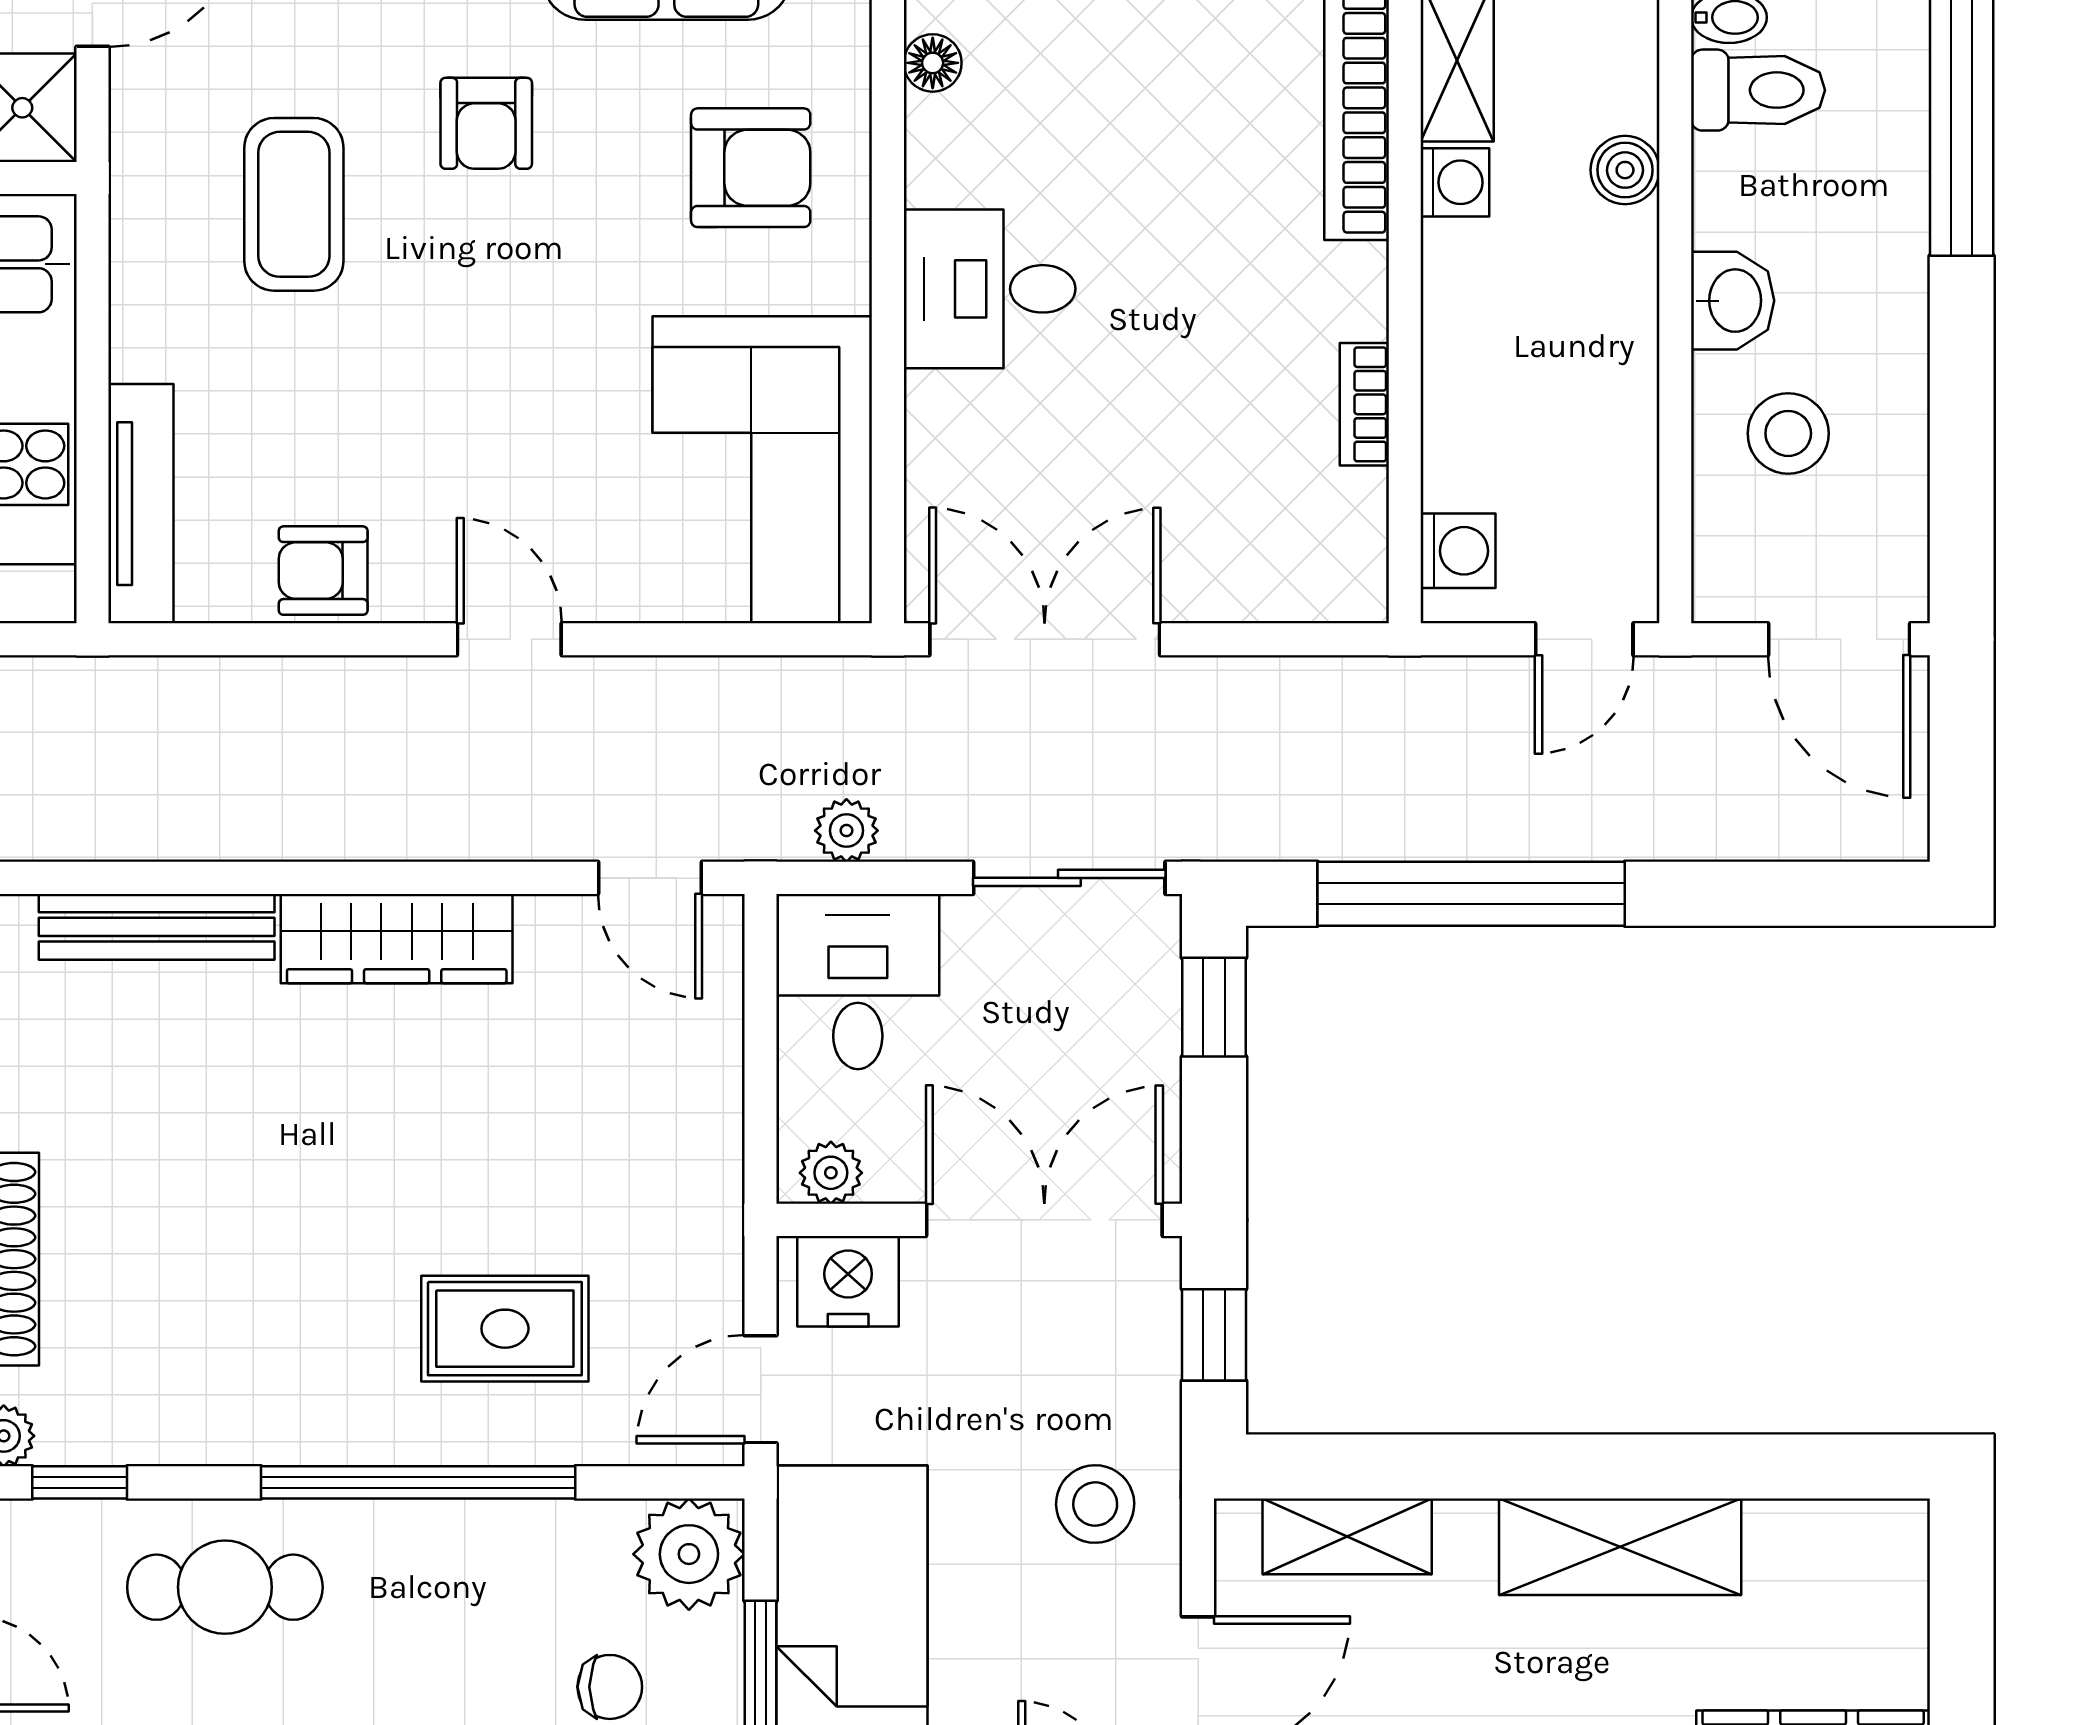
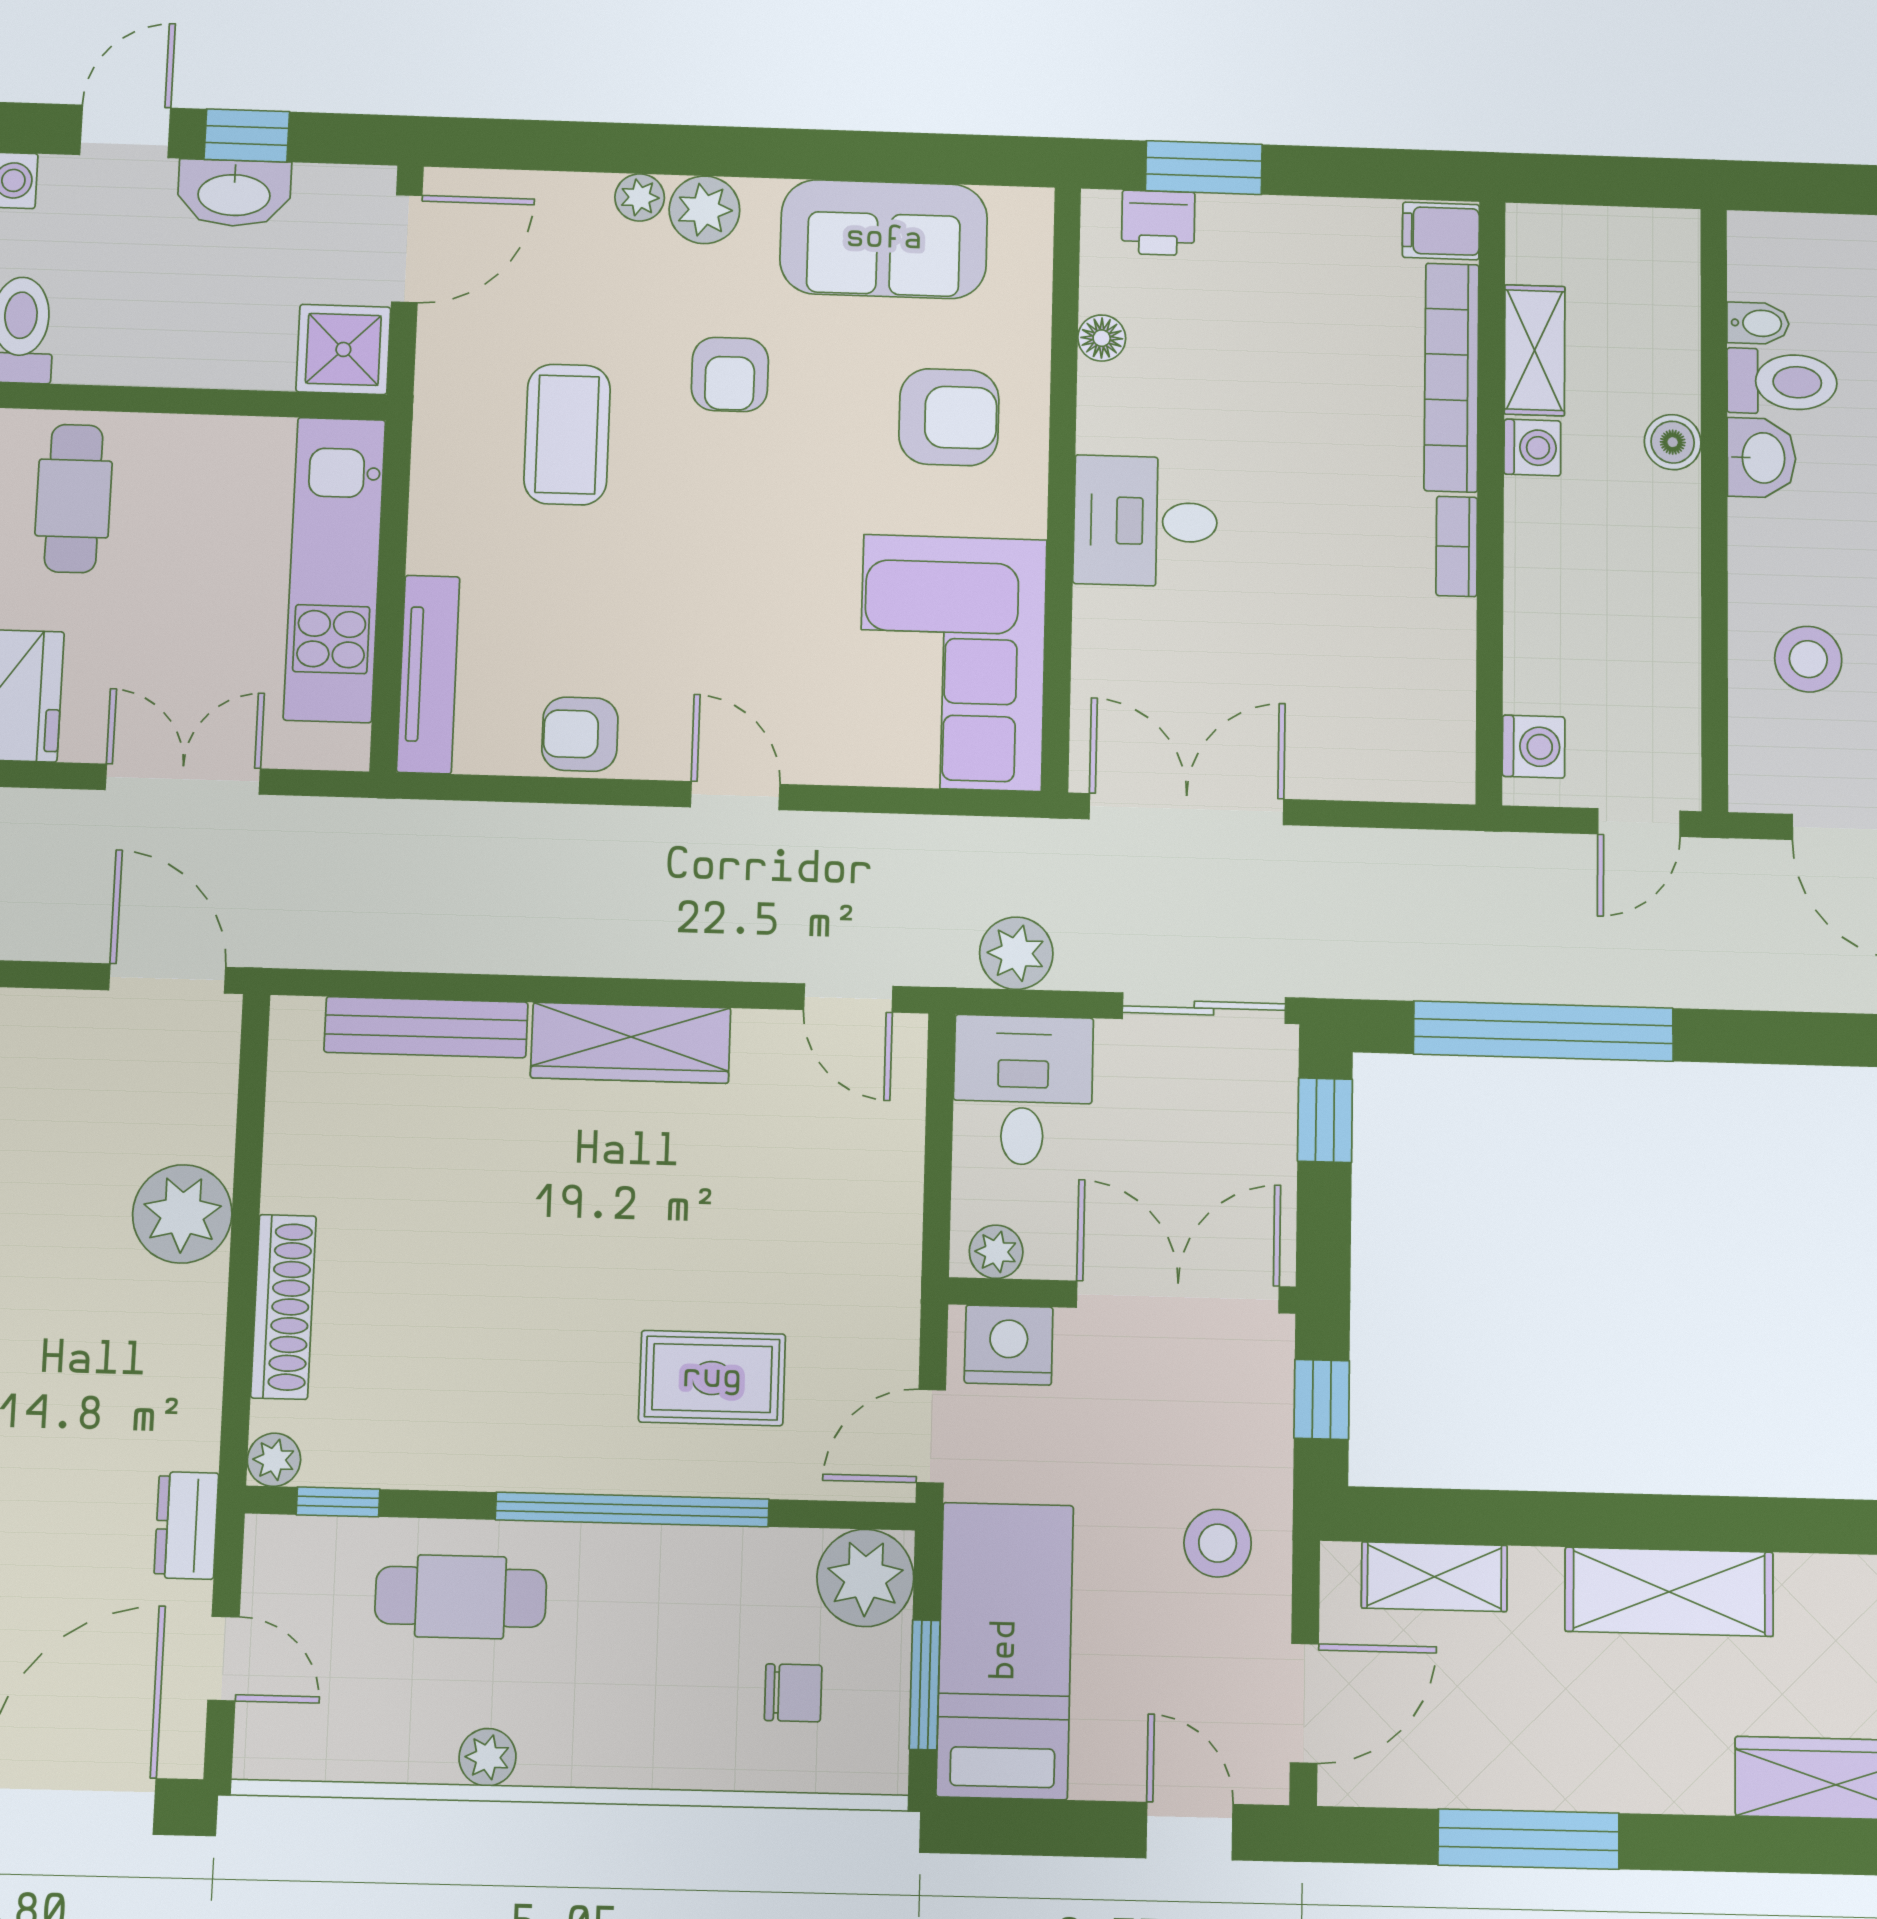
washbasin: (1733, 301) -> (1761, 458), moved
bookcase: (1364, 404) -> (1457, 546), moved
plant: (846, 831) -> (1016, 953), width x1.38, depth x1.38

